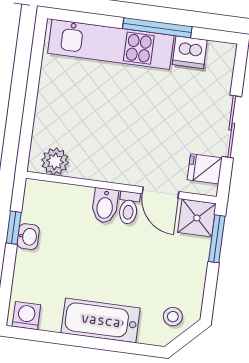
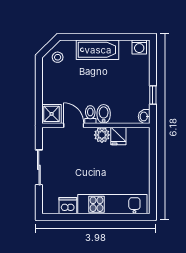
window: (157, 28) -> (88, 217), removed
plant: (55, 161) -> (102, 135), moved
fridge: (205, 169) -> (118, 136), moved, turned 90
washbasin: (28, 237) -> (144, 116), moved
window: (217, 239) -> (39, 104), removed

